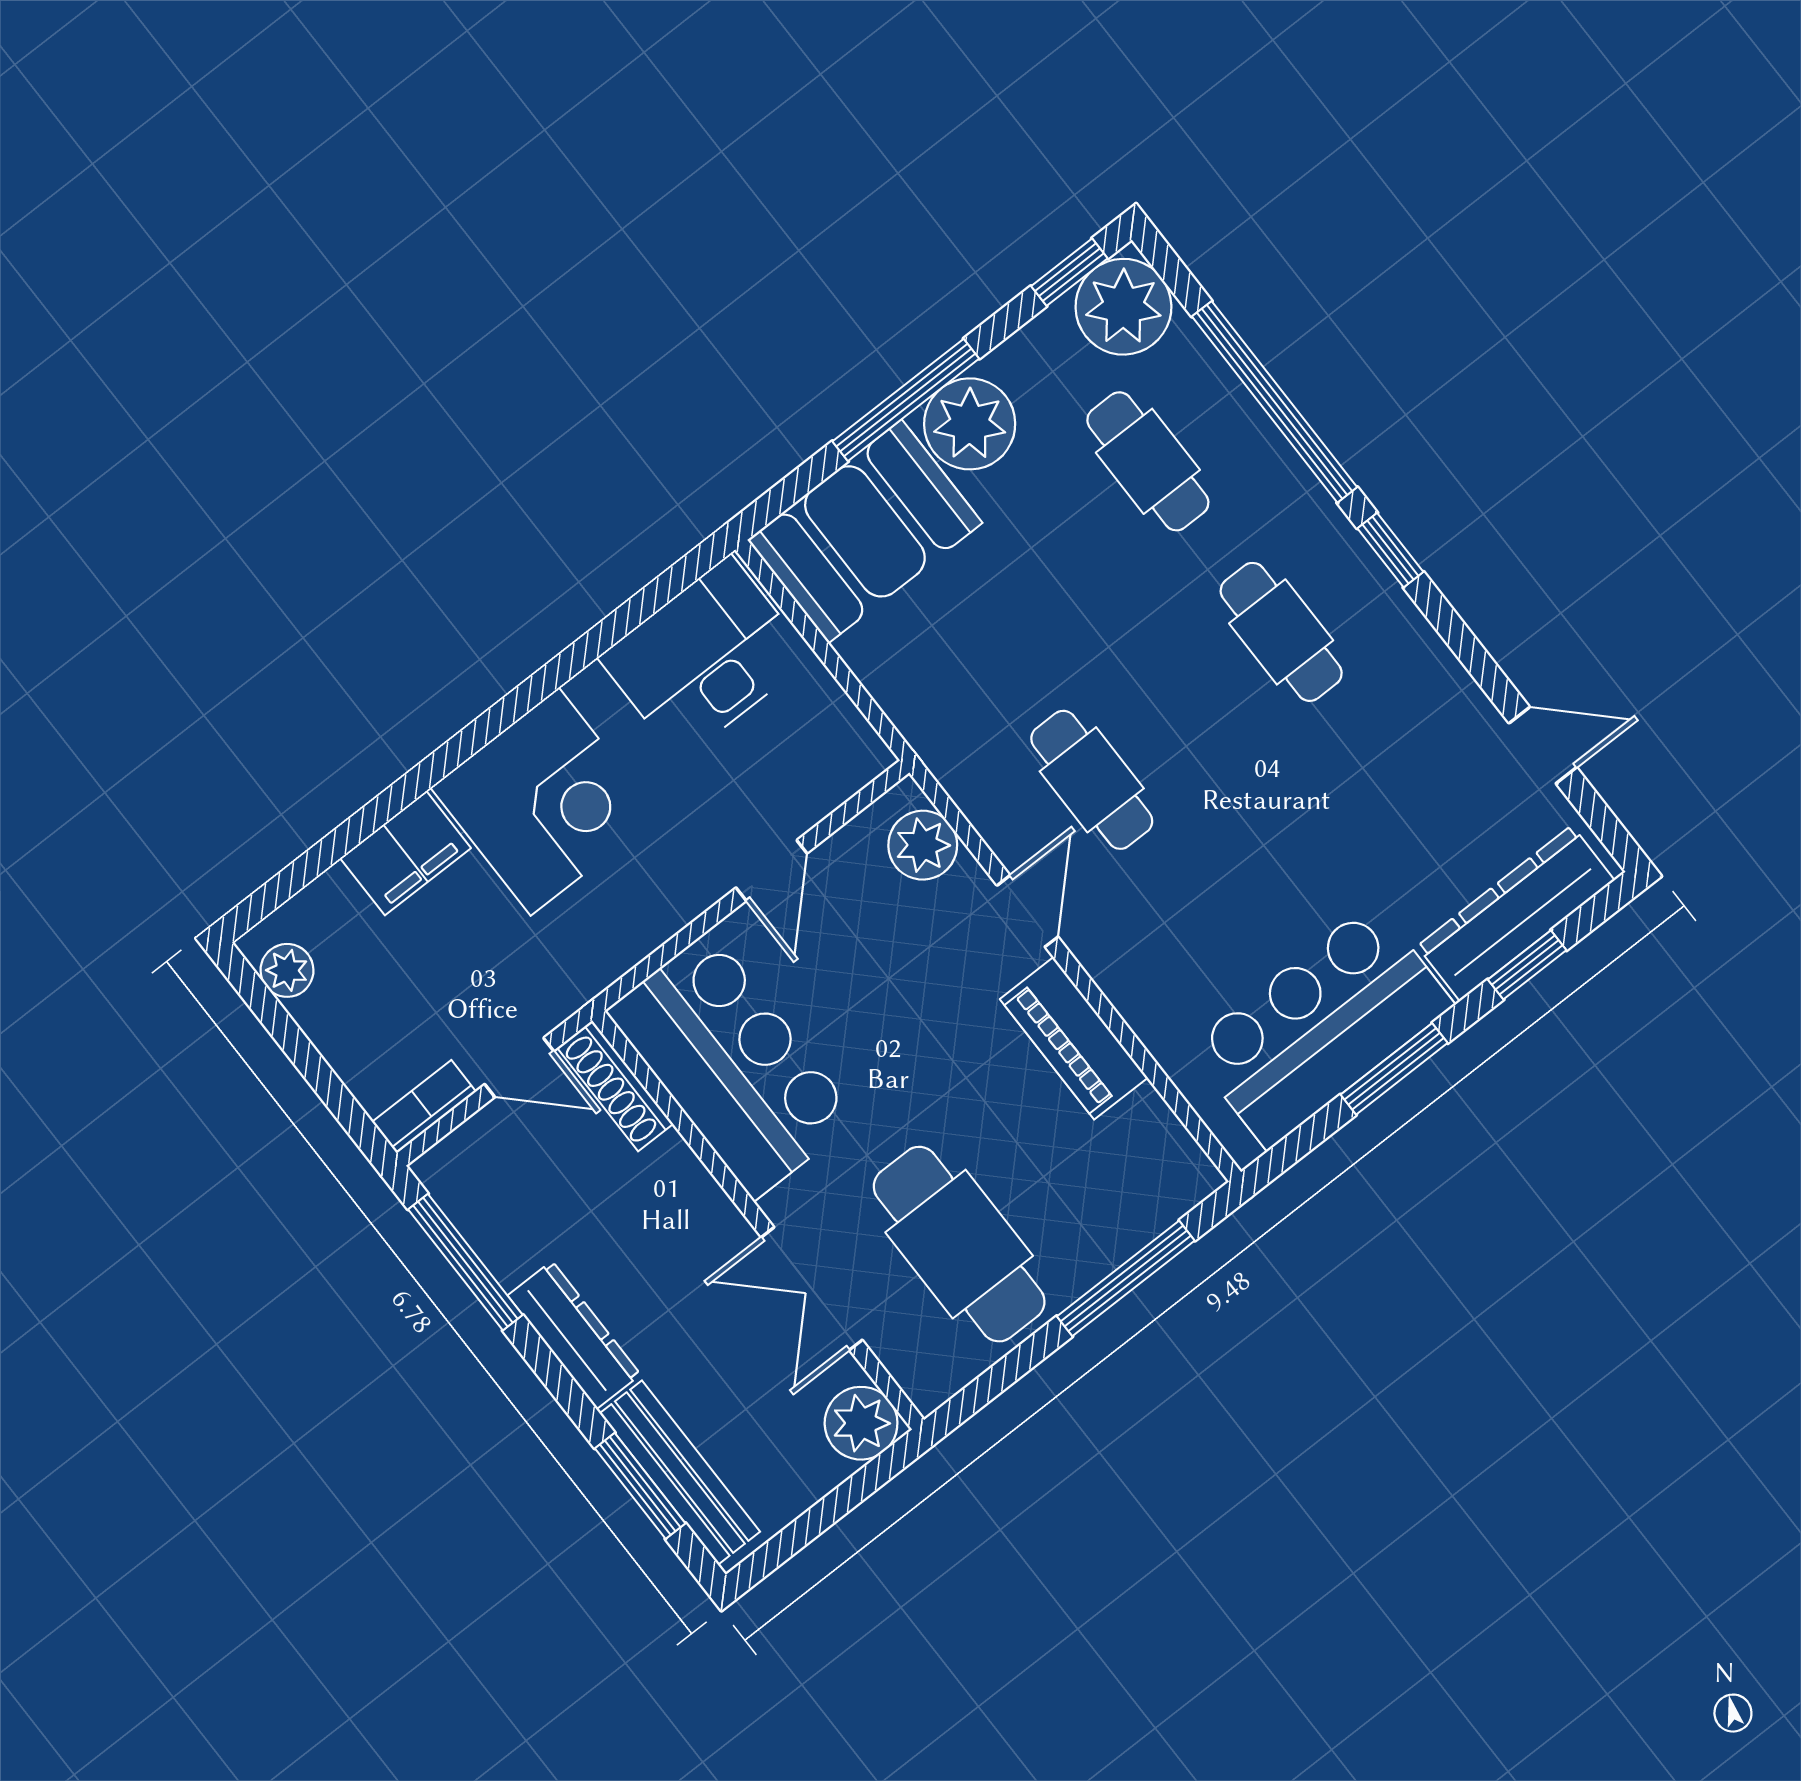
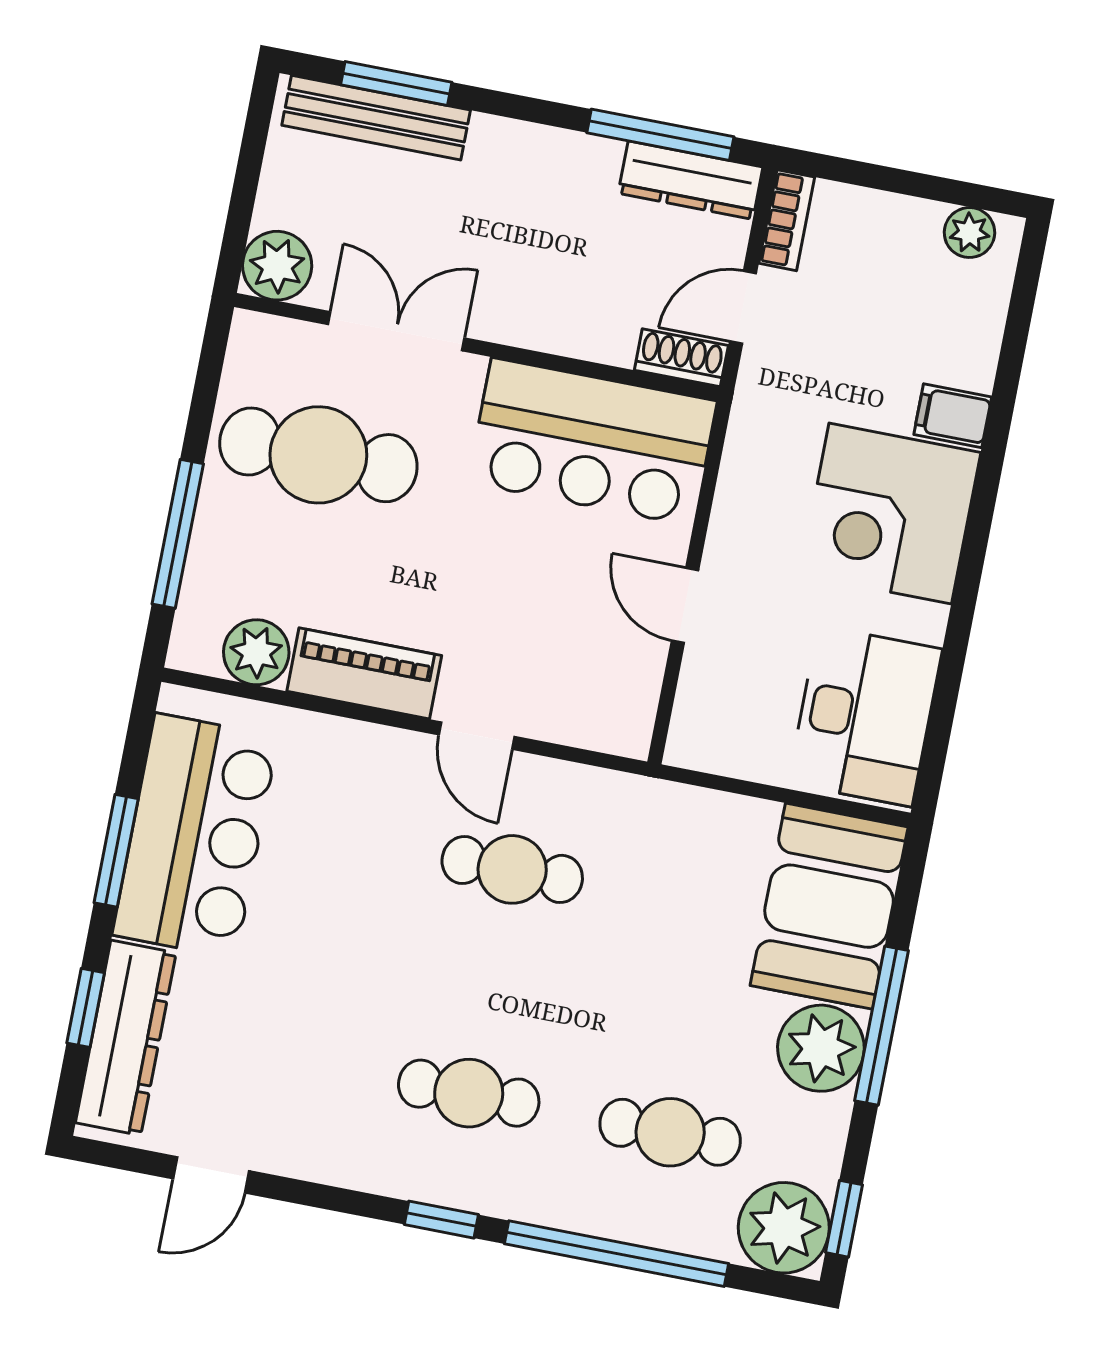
plant: (923, 845) -> (256, 652), moved
filing cabinet: (406, 853) -> (953, 416), width x0.50
shoe rack: (615, 1086) -> (681, 358), width x0.70
dresser: (574, 1335) -> (691, 180), moved

